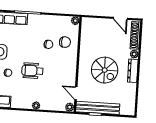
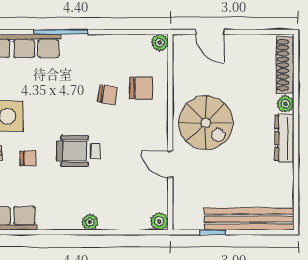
door: (120, 18) -> (210, 32), moved
spiral stairs: (105, 70) -> (206, 123), moved
door: (76, 93) -> (170, 164), moved
bench: (98, 108) -> (249, 219), moved

